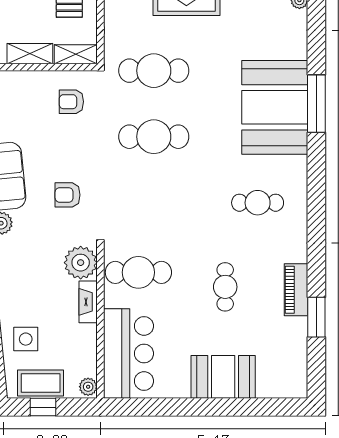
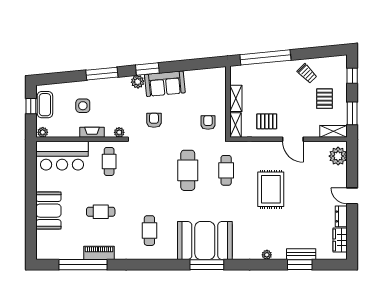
cafe table: (154, 71) -> (226, 170), width x0.73, depth x0.74
plant: (81, 263) -> (119, 132), width x0.53, depth x0.53
cafe table: (138, 272) -> (109, 161), width x0.73, depth x0.74
window: (316, 317) -> (83, 265), width x2.11
side table: (26, 339) -> (83, 106), moved

